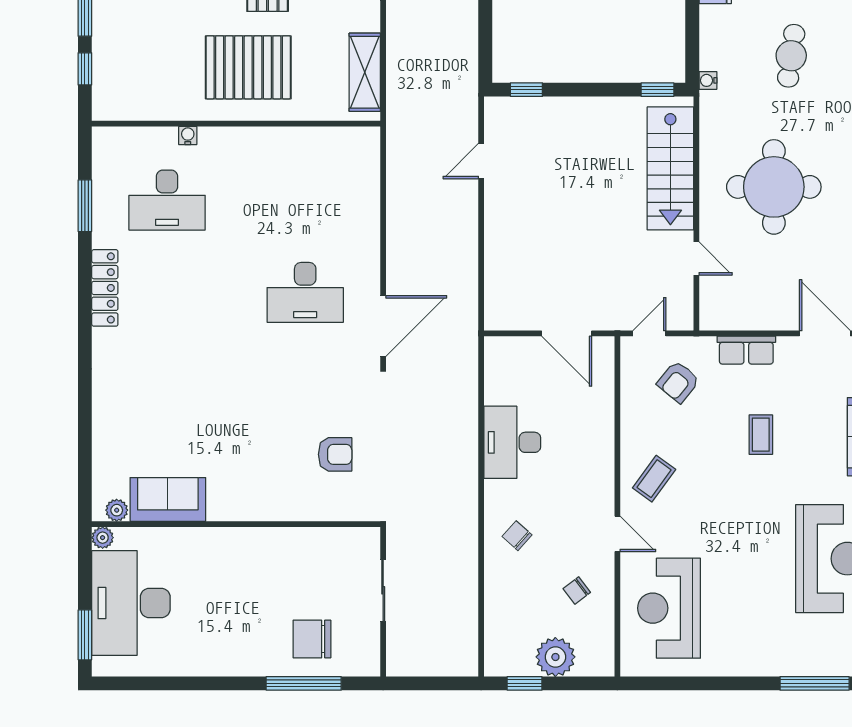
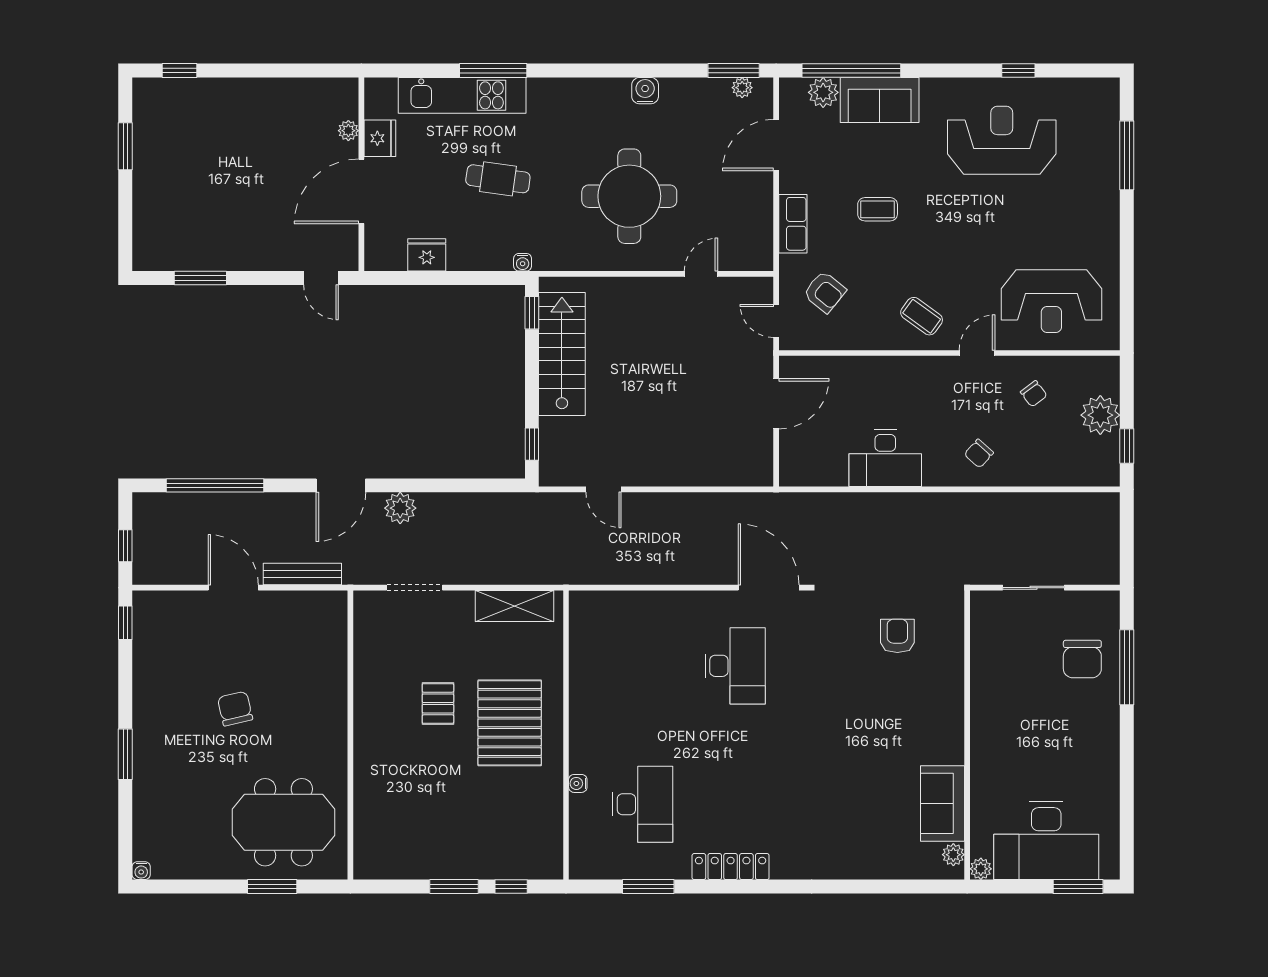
stairs: (670, 168) -> (562, 354), moved, turned -90

